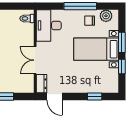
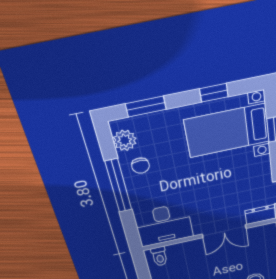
window: (122, 42) -> (146, 107), moved
bed with nightstands: (96, 49) -> (227, 131), moved, turned 90

